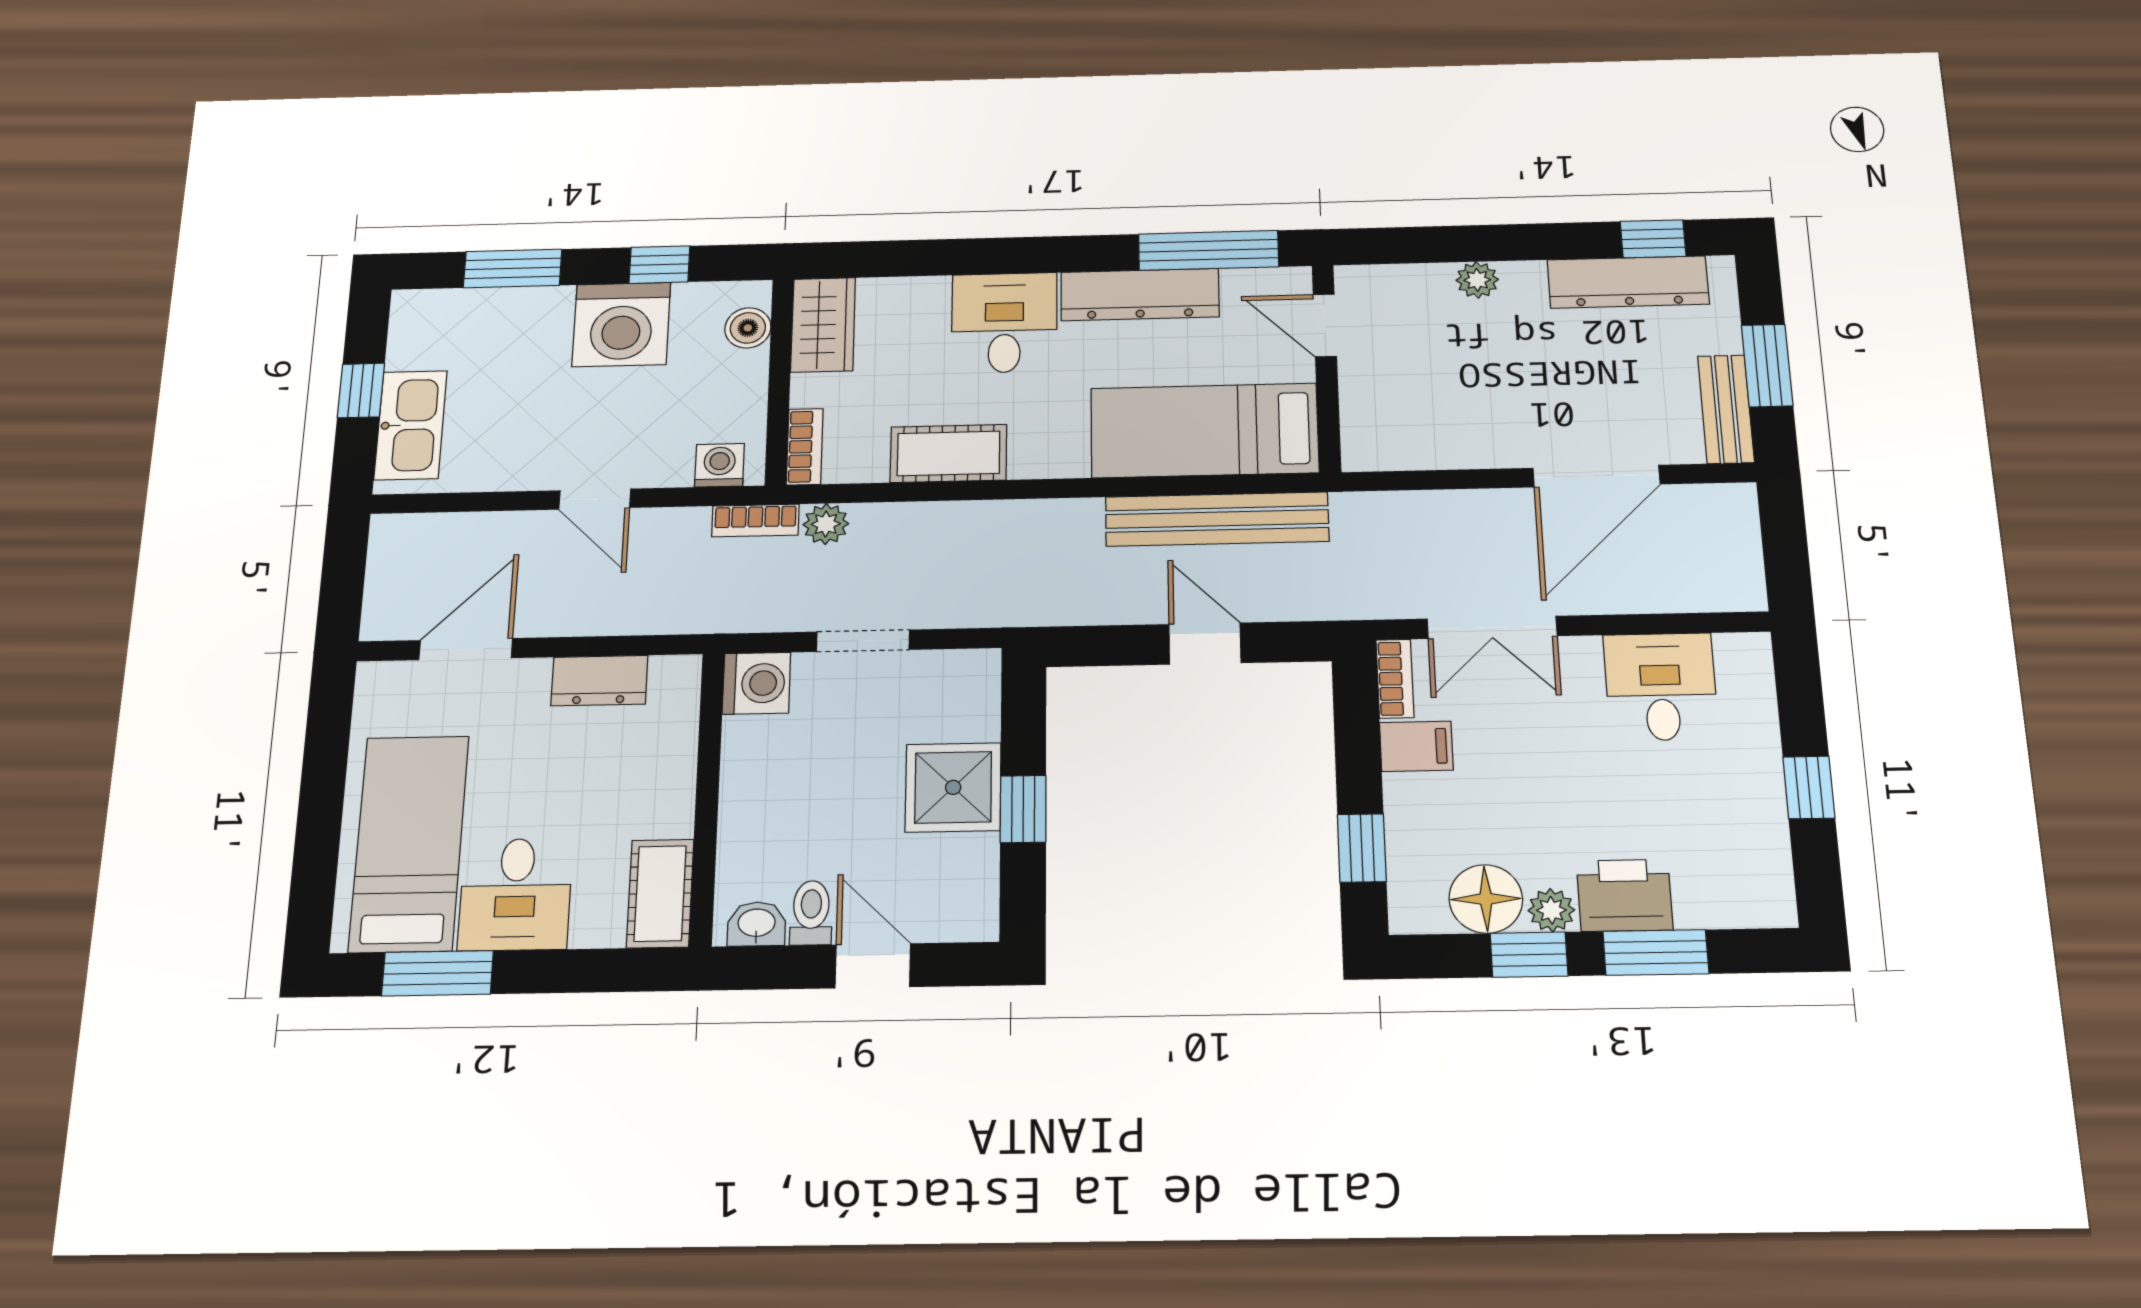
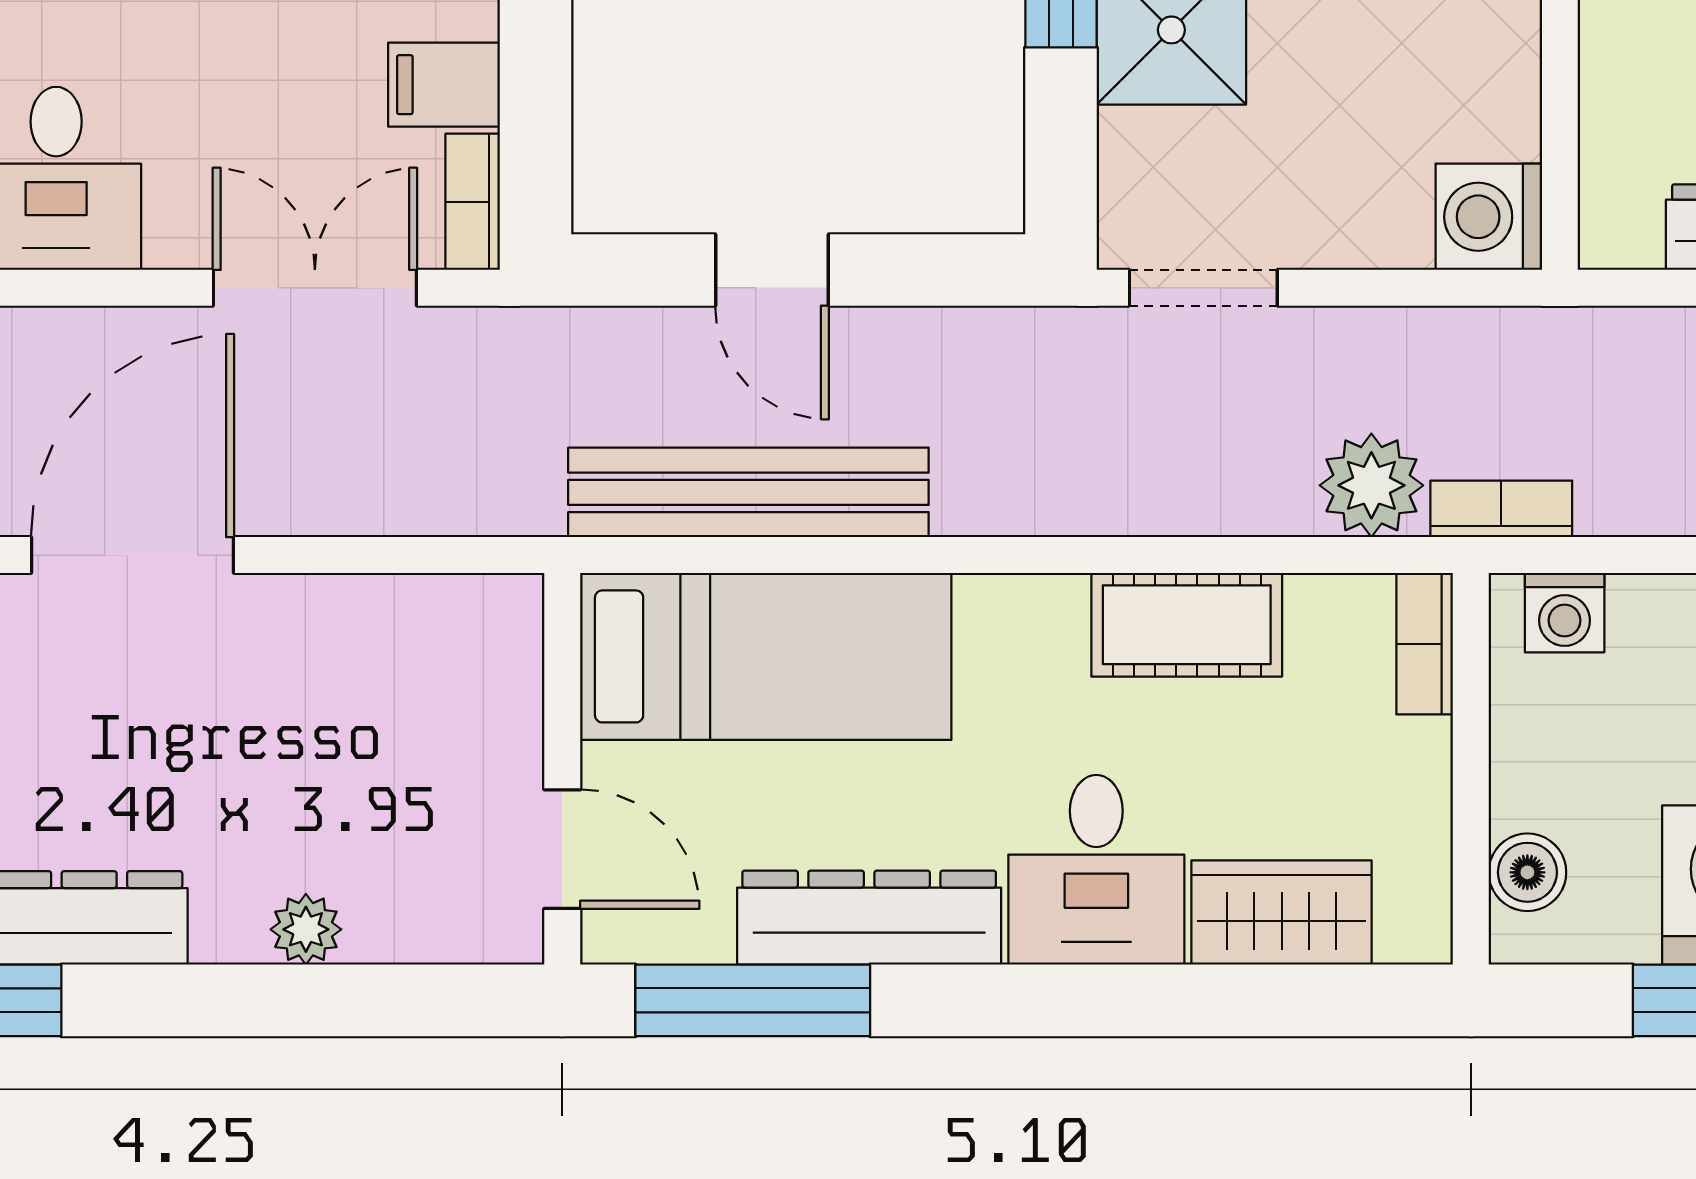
wardrobe: (823, 325) -> (1282, 913), moved, turned 90
plant: (826, 524) -> (1371, 485), width x1.38, depth x1.38
doorway: (863, 641) -> (1203, 288), moved

